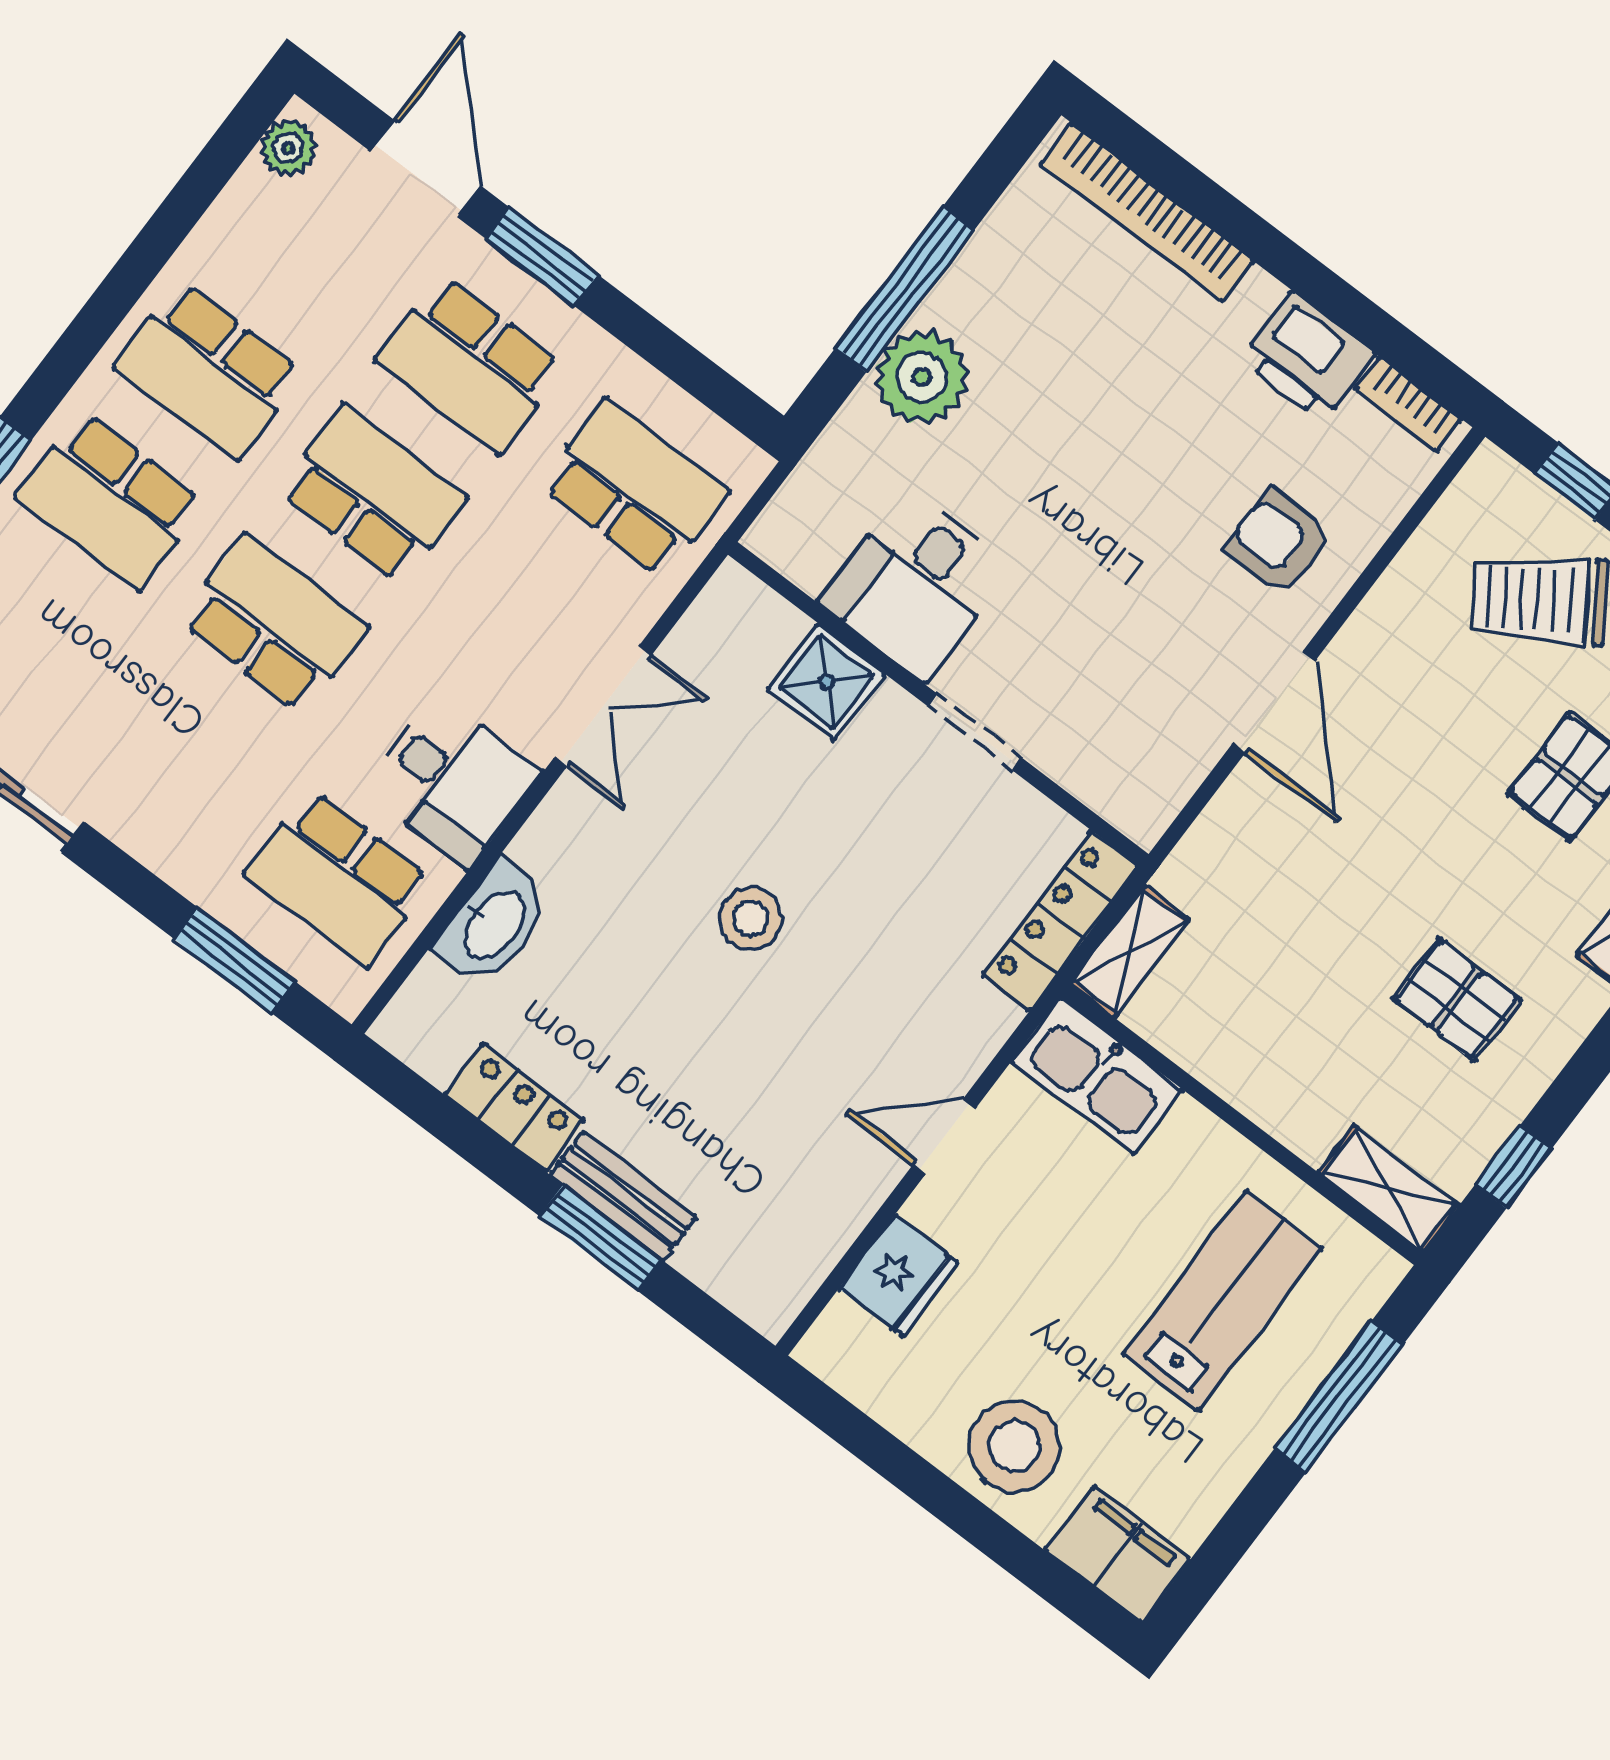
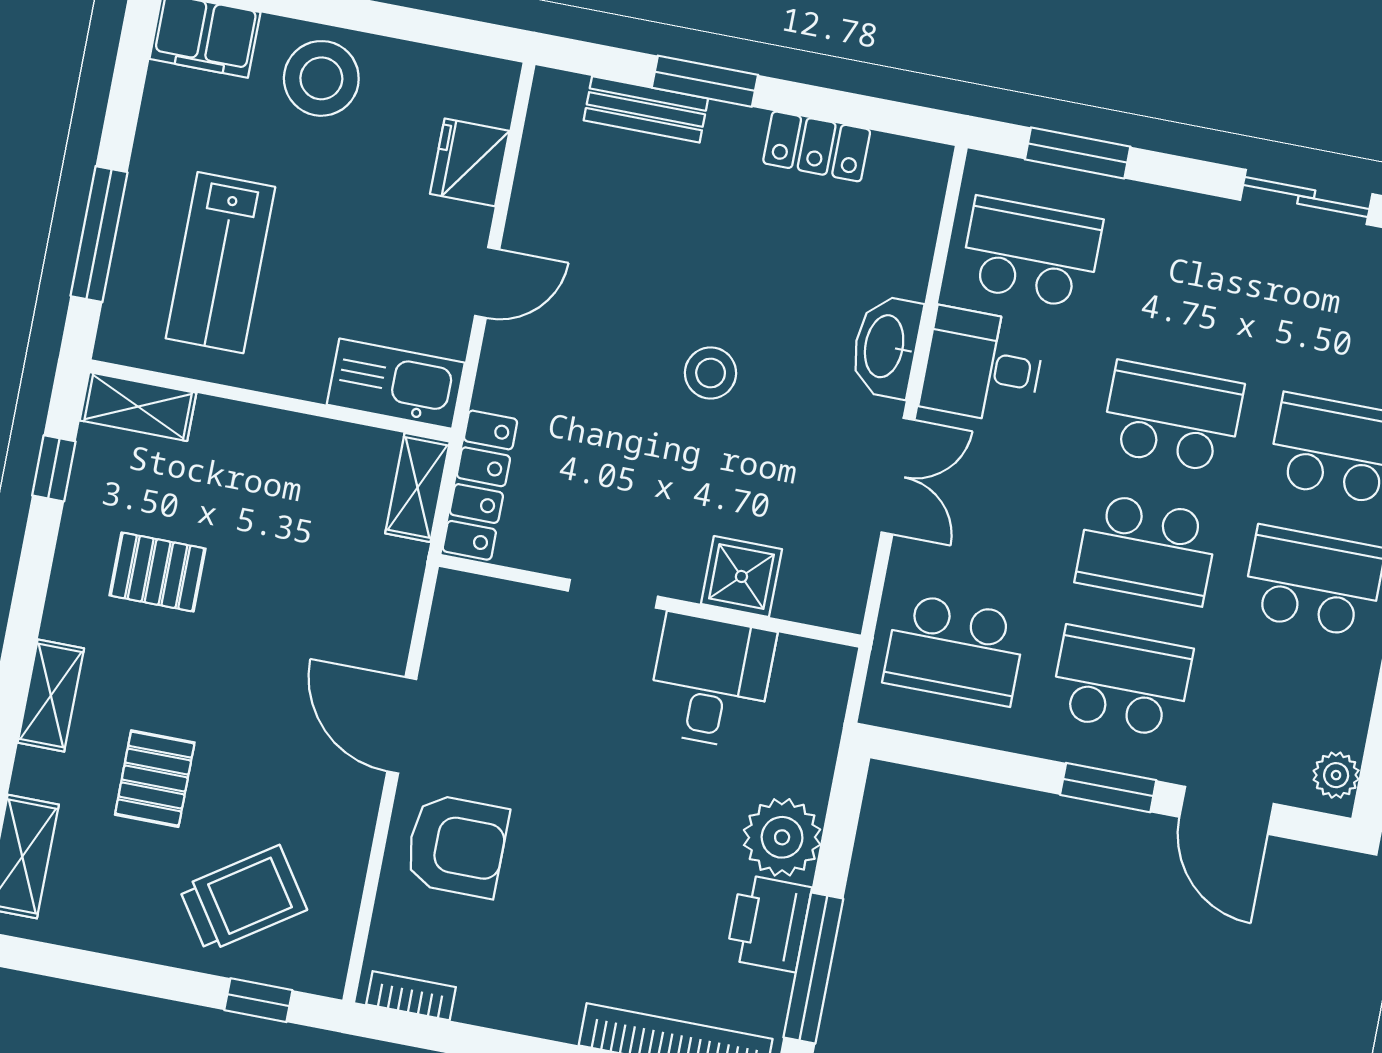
window: (904, 289) -> (813, 968), moved
printer: (1308, 357) -> (769, 923), moved, turned -90
armchair: (1279, 542) -> (457, 846), width x1.38, depth x1.38
school desk: (274, 624) -> (1172, 417), turned 180
double door: (603, 706) -> (898, 476), swing flipped
washbasin: (493, 924) -> (886, 347), moved
bench: (623, 1196) -> (646, 109), moved

